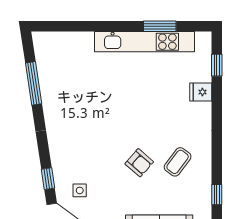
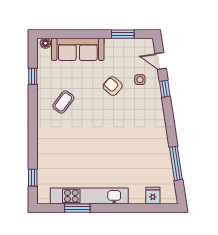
fridge: (201, 92) -> (153, 196), moved, turned -90
armchair: (139, 163) -> (113, 86), moved

